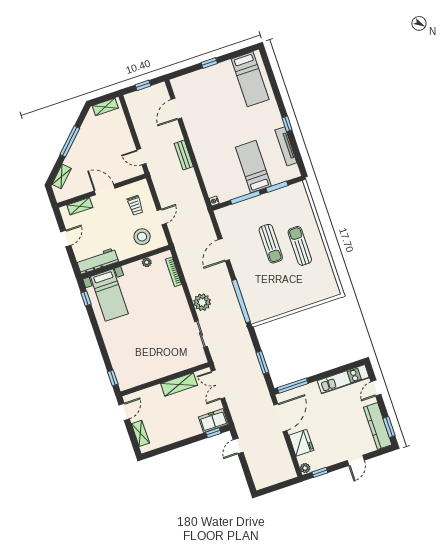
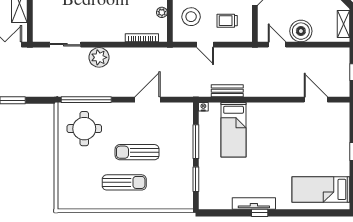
boiler: (123, 141) -> (301, 31), added
tv unit: (286, 146) -> (254, 204), moved
bench: (184, 155) -> (227, 91), moved
door: (141, 157) -> (277, 45), hinge flipped
bed: (253, 167) -> (234, 130), moved, turned 90
door: (224, 250) -> (148, 100), hinge flipped
round table: (266, 295) -> (84, 129), added

